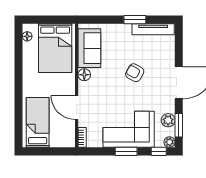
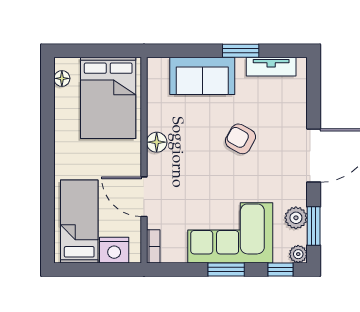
tv unit: (153, 29) -> (271, 67), width x0.71
sofa: (89, 48) -> (202, 76), moved, turned 90
nightstand: (59, 140) -> (114, 250), added

